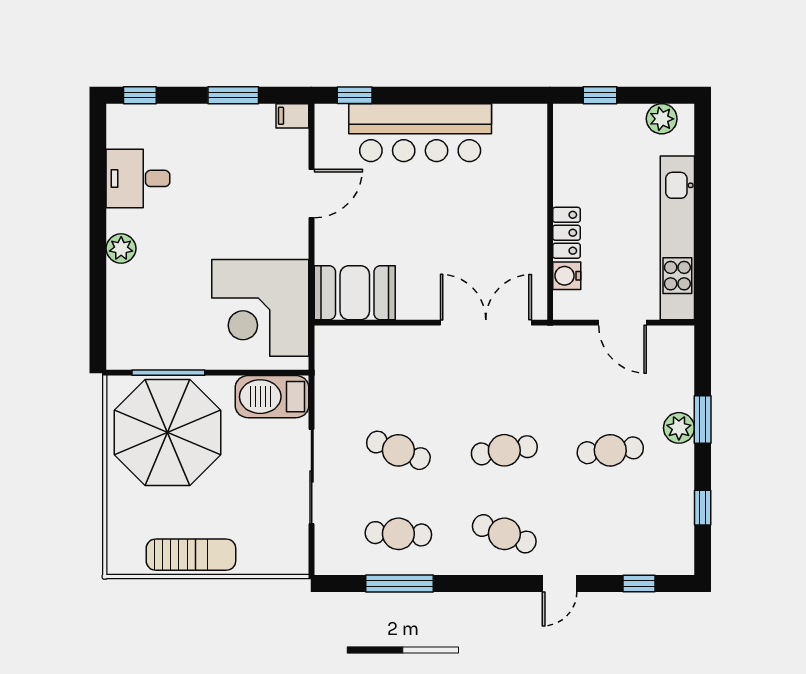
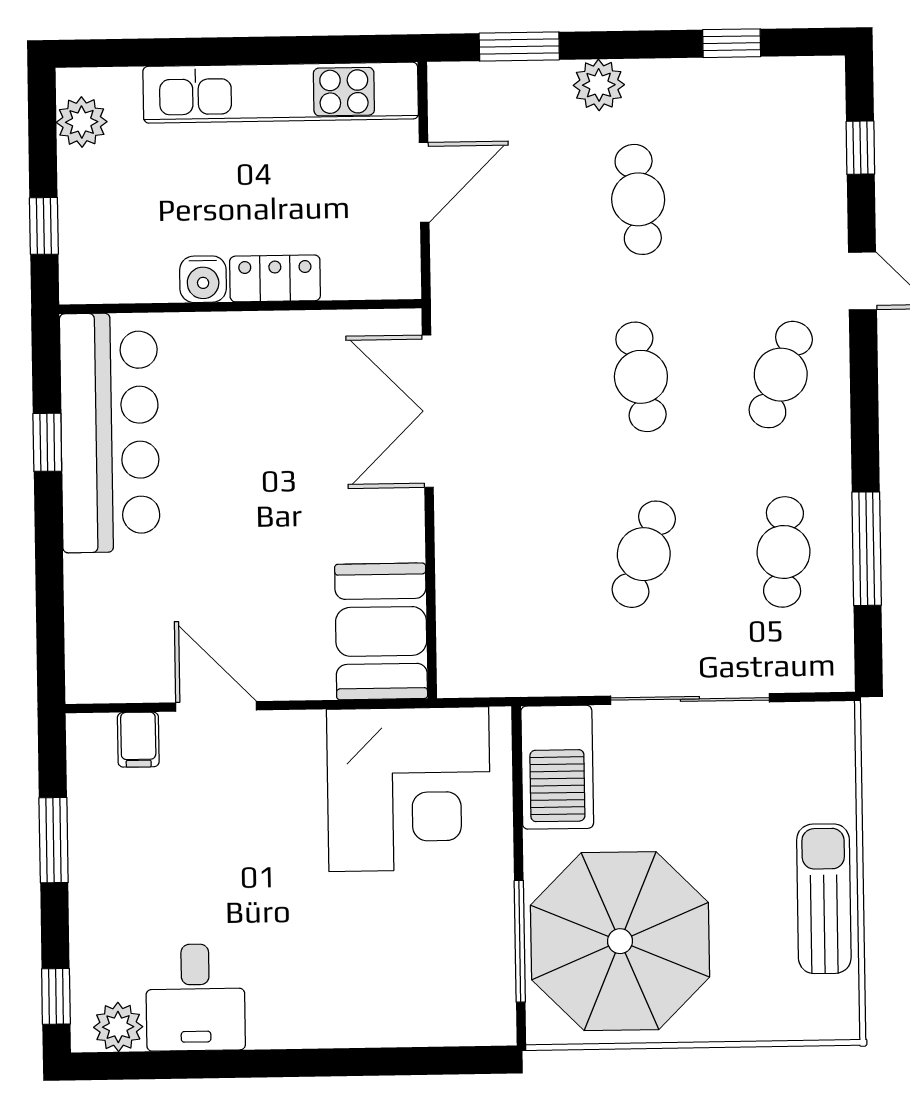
window: (355, 95) -> (47, 442), moved
filing cabinet: (292, 116) -> (138, 740), moved
bar counter: (420, 133) -> (110, 433), moved
plant: (121, 248) -> (118, 1027), moved
water cooler: (567, 276) -> (203, 279), moved
window: (703, 419) -> (519, 47), moved

